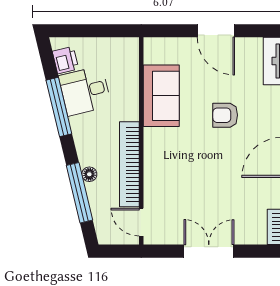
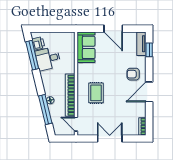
sofa: (161, 96) -> (86, 47), moved
window: (59, 107) -> (32, 55), moved
armchair: (225, 115) -> (133, 74), moved
rug: (181, 159) -> (96, 93), added

